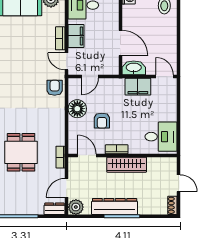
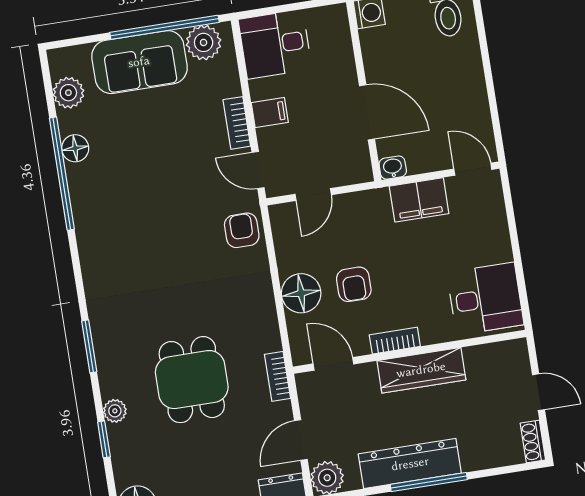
filing cabinet: (76, 36) -> (270, 113), width x0.50
washbasin: (134, 68) -> (393, 168), width x0.52, depth x0.69
floor lamp: (77, 109) -> (301, 293), moved

